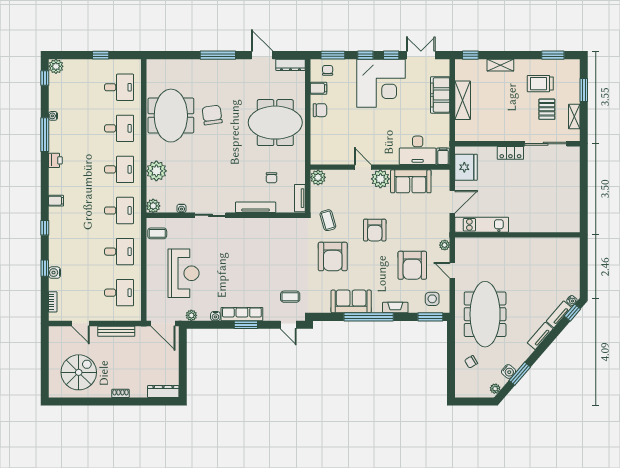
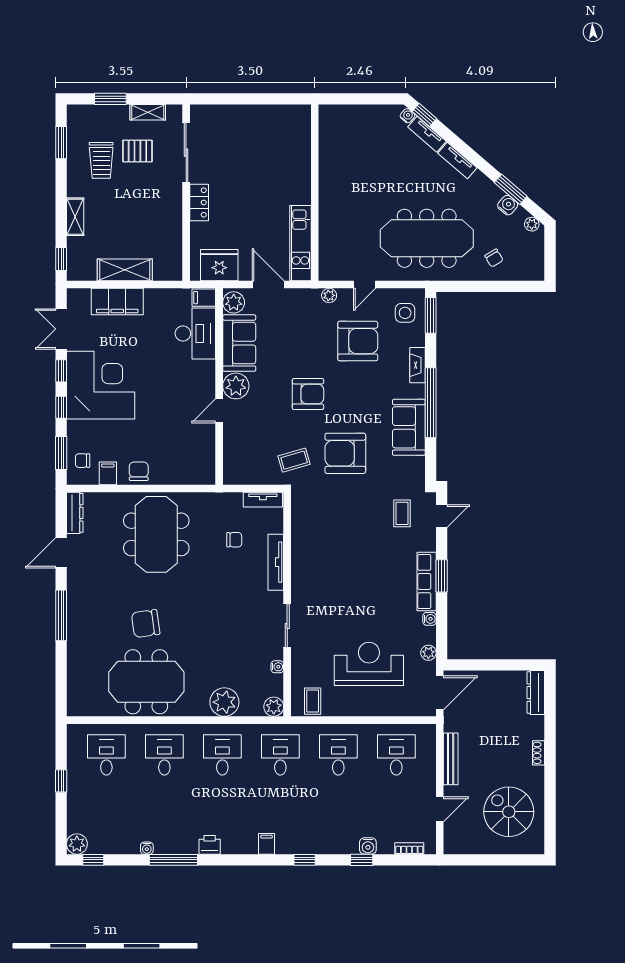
plant: (318, 177) -> (234, 302), moved
armchair: (333, 257) -> (345, 453), turned 180

